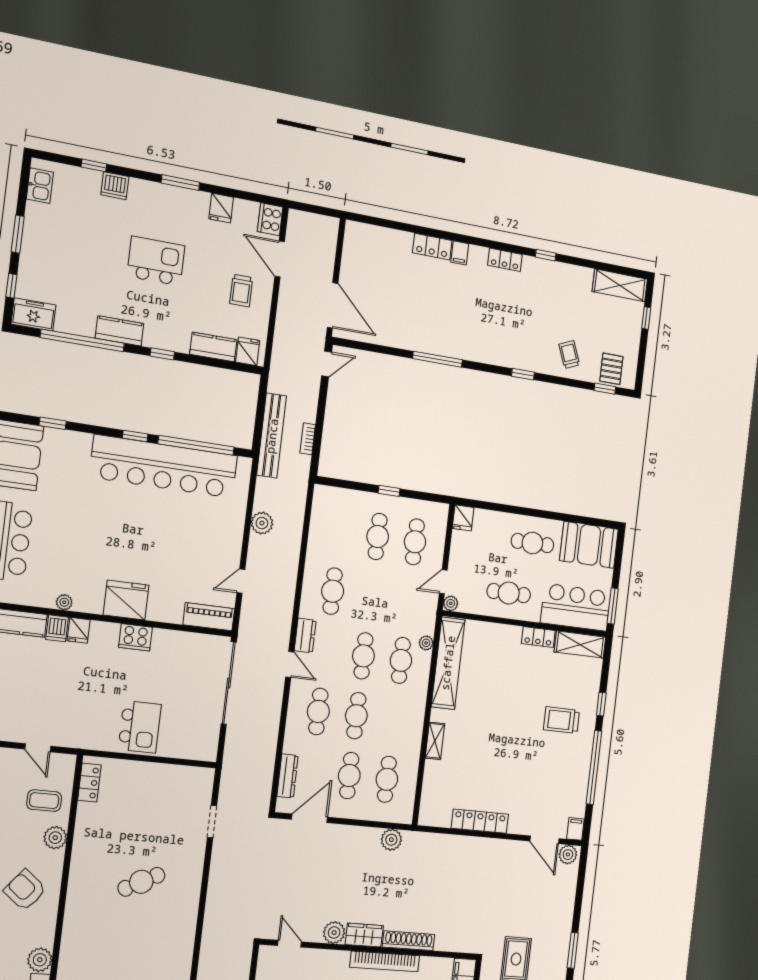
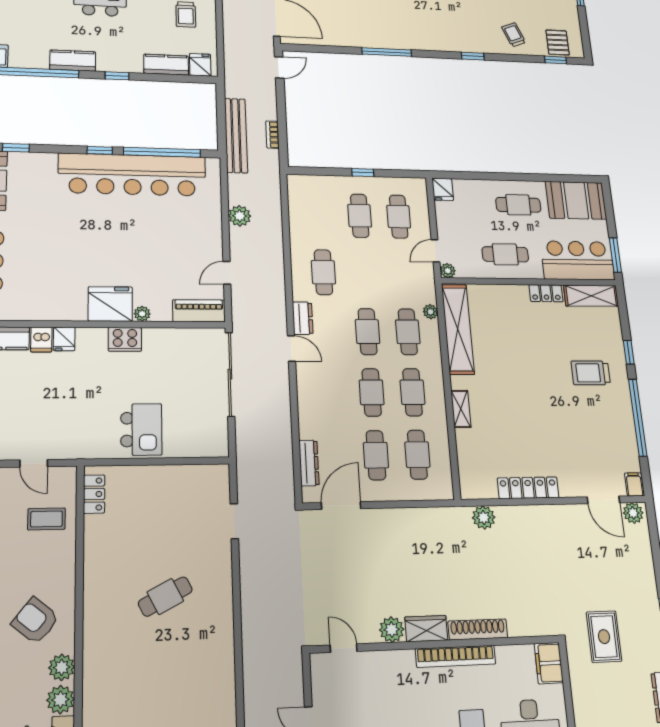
plant: (64, 602) -> (142, 314), moved
cafe table: (318, 711) -> (412, 392), moved
plant: (55, 838) -> (62, 667), moved
plant: (391, 840) -> (484, 518), moved

